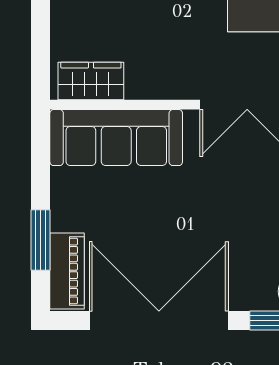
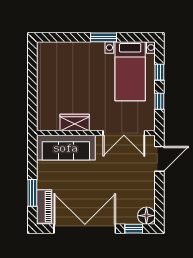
wardrobe: (91, 81) -> (75, 123), moved

